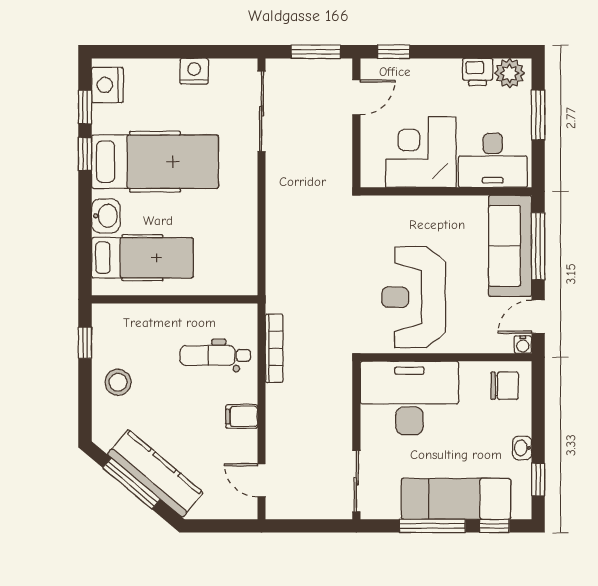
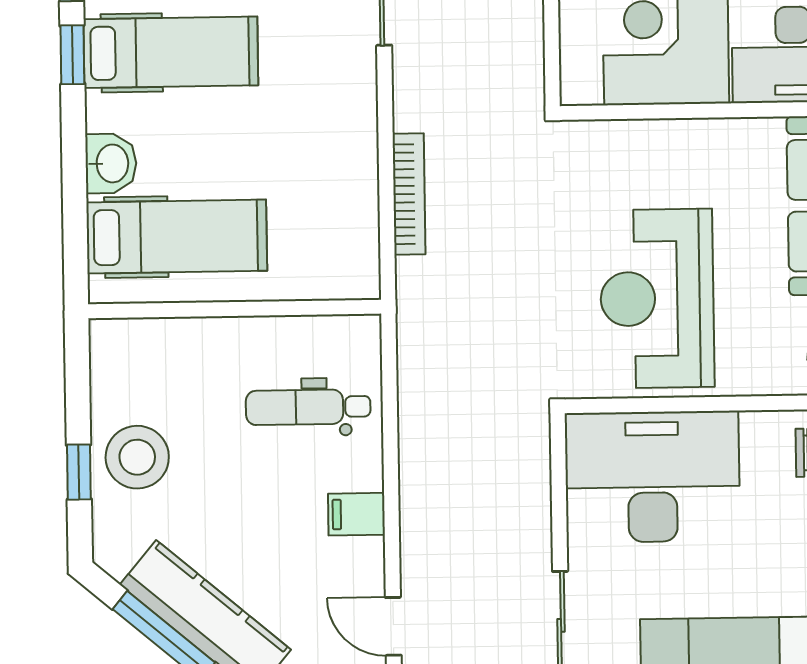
hospital bed: (155, 162) -> (171, 52), width x0.73, depth x0.78
window: (85, 343) -> (79, 472), moved
bookcase: (274, 348) -> (409, 194), moved
stool: (118, 382) -> (137, 457), width x1.38, depth x1.38

